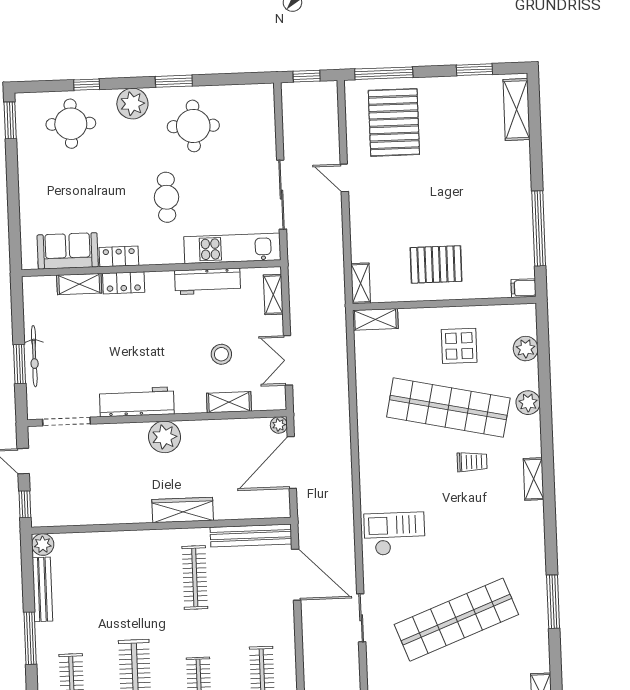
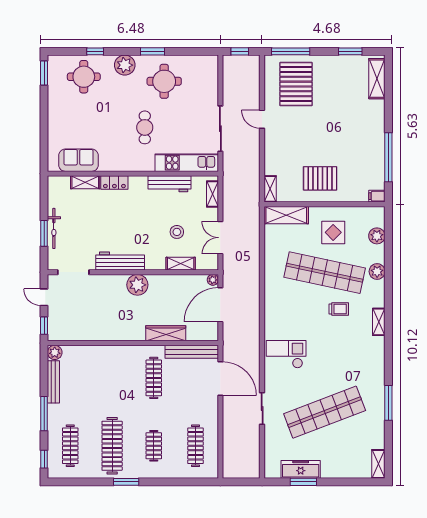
locker: (119, 256) -> (112, 165), removed
shelving: (375, 319) -> (286, 215), width x1.50, depth x1.33
wardrobe: (183, 510) -> (166, 333), moved

